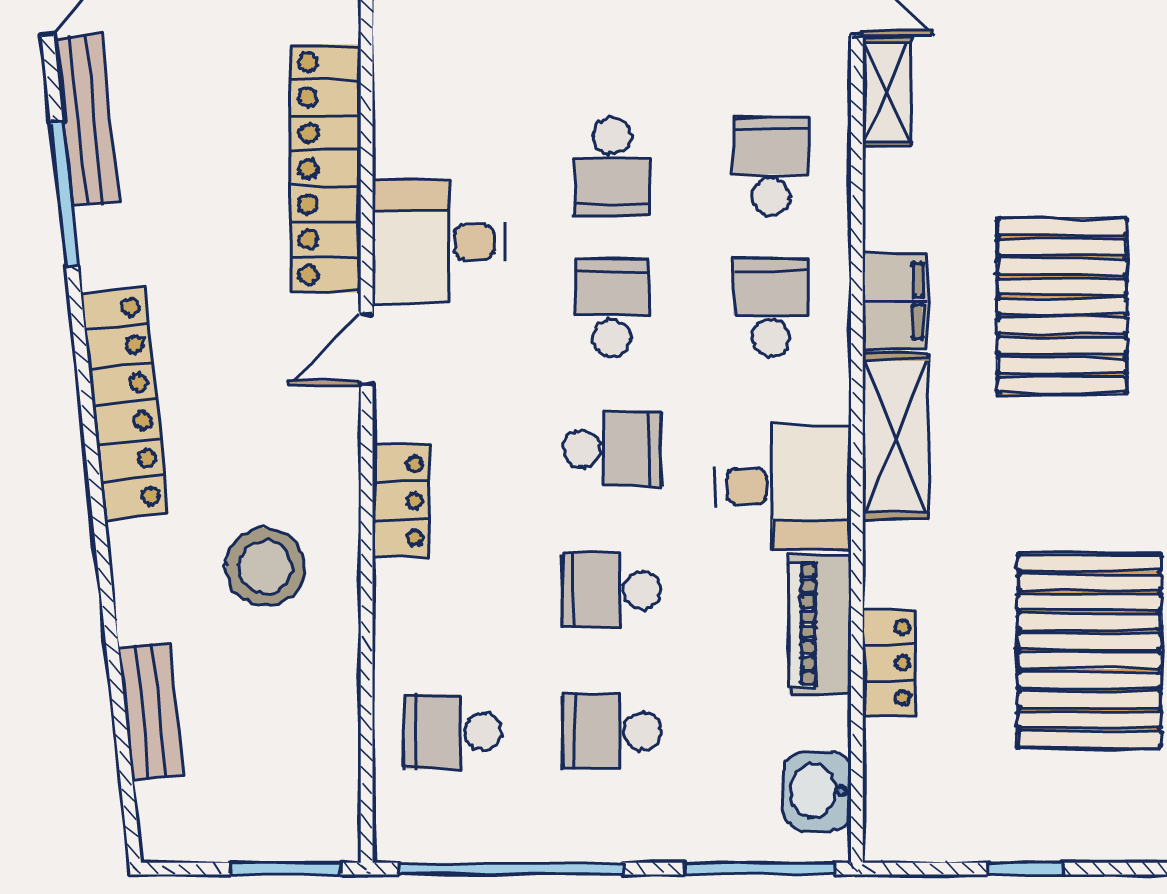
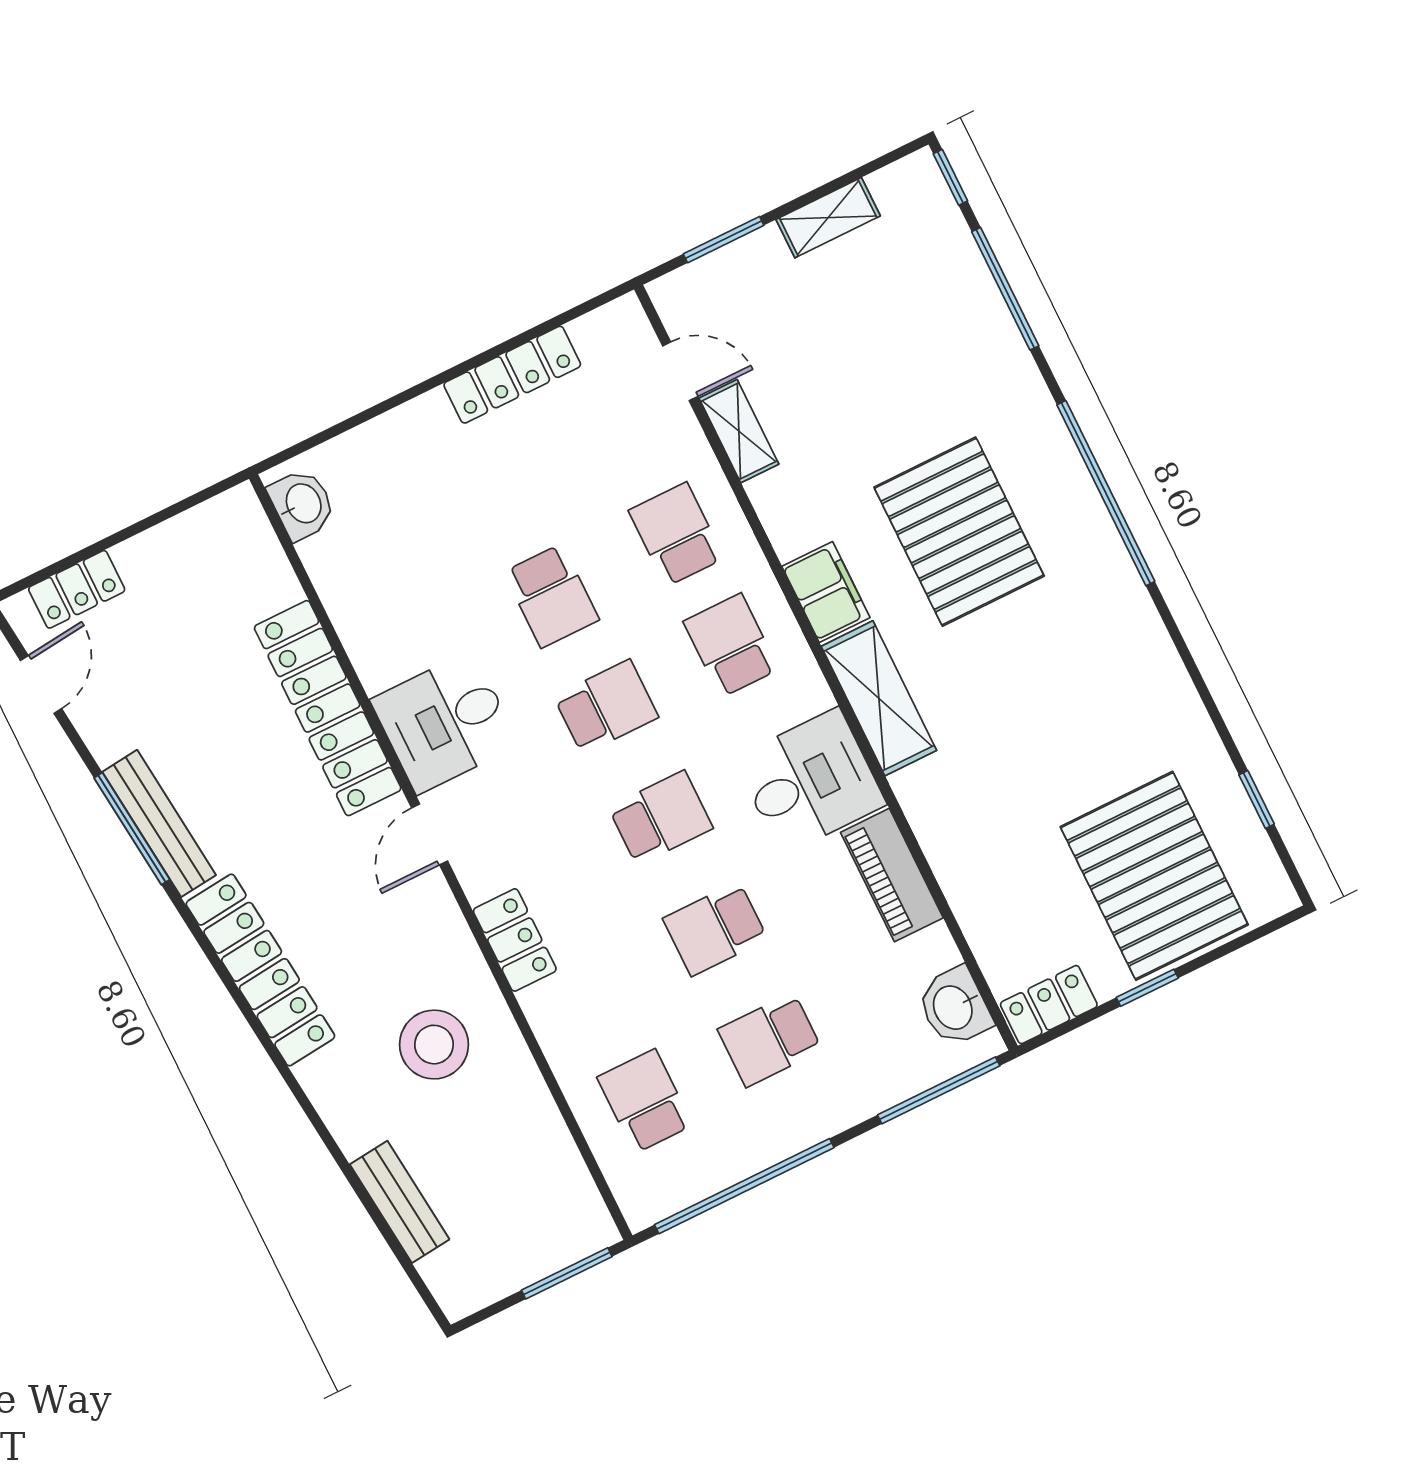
bench: (86, 120) -> (159, 823), moved
school desk: (612, 308) -> (606, 707), turned 90
pallet: (1090, 651) -> (1154, 876), moved
locker: (889, 663) -> (1049, 1005), moved, turned -90
school desk: (453, 732) -> (645, 1101), turned 90

